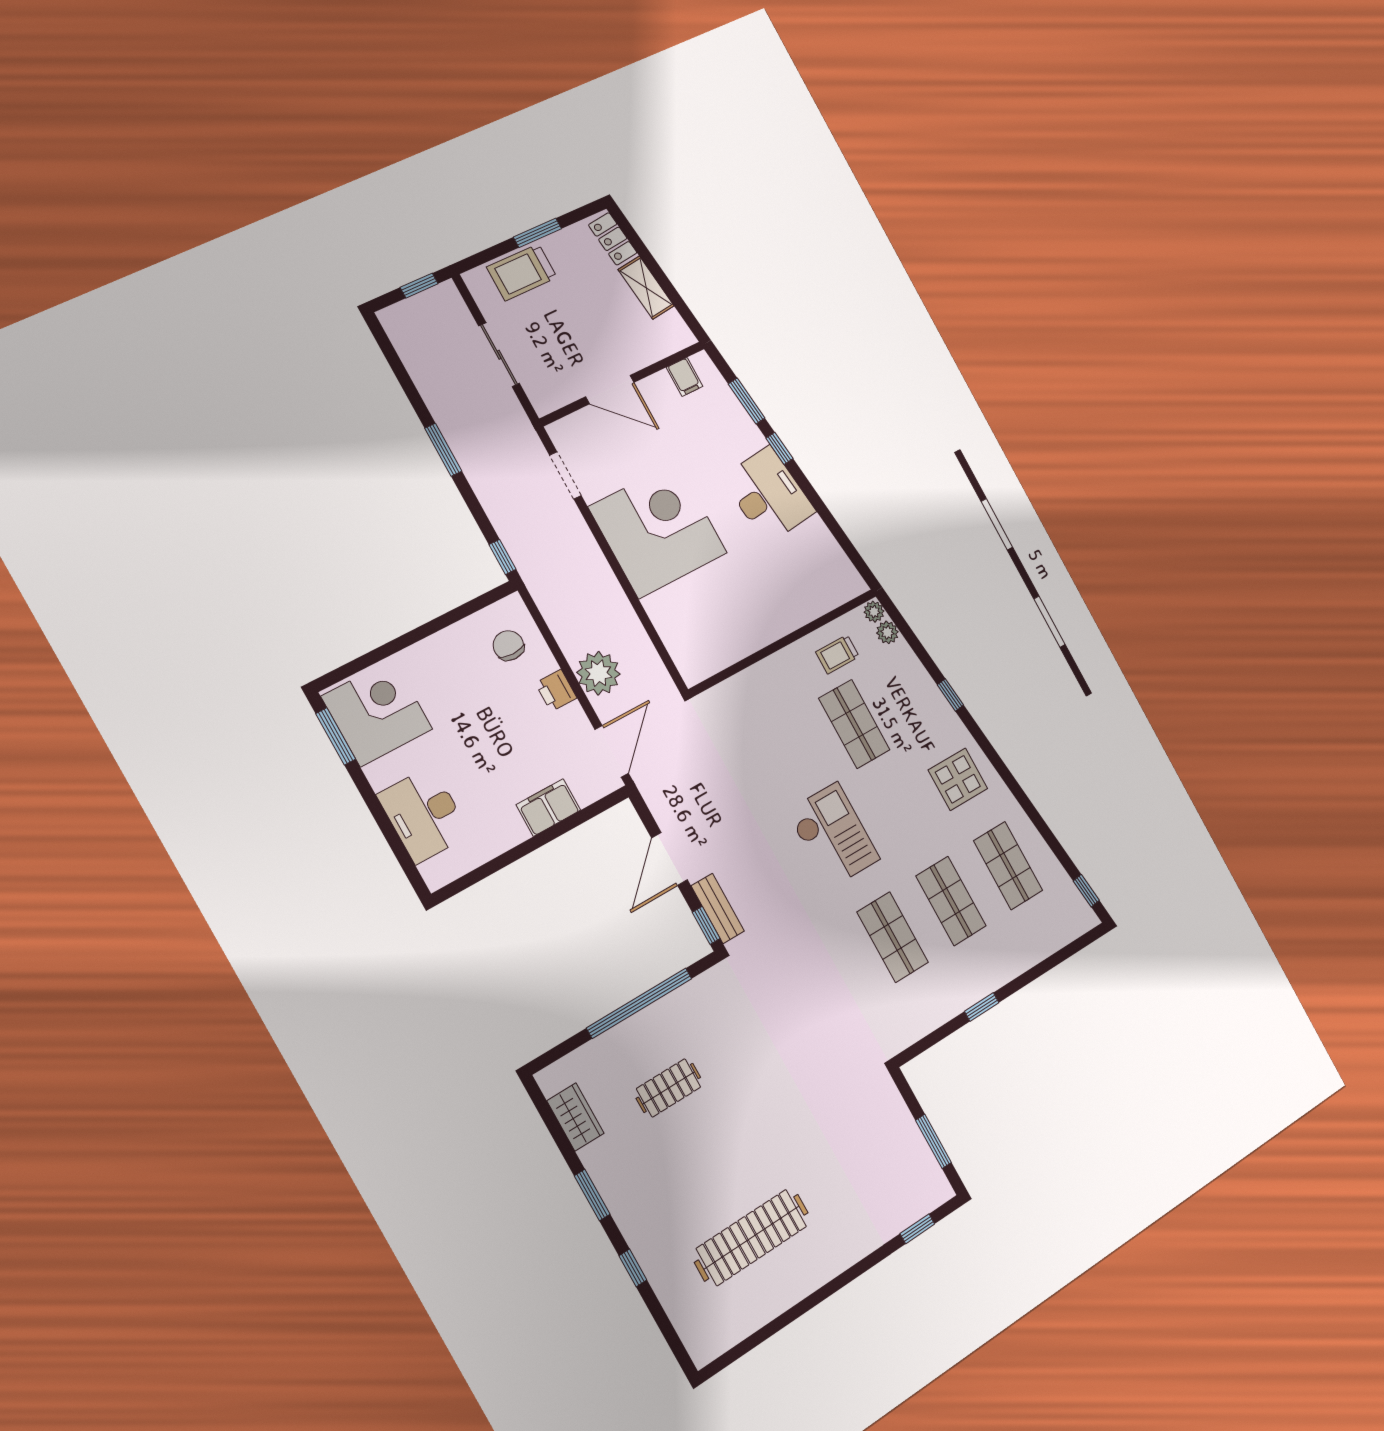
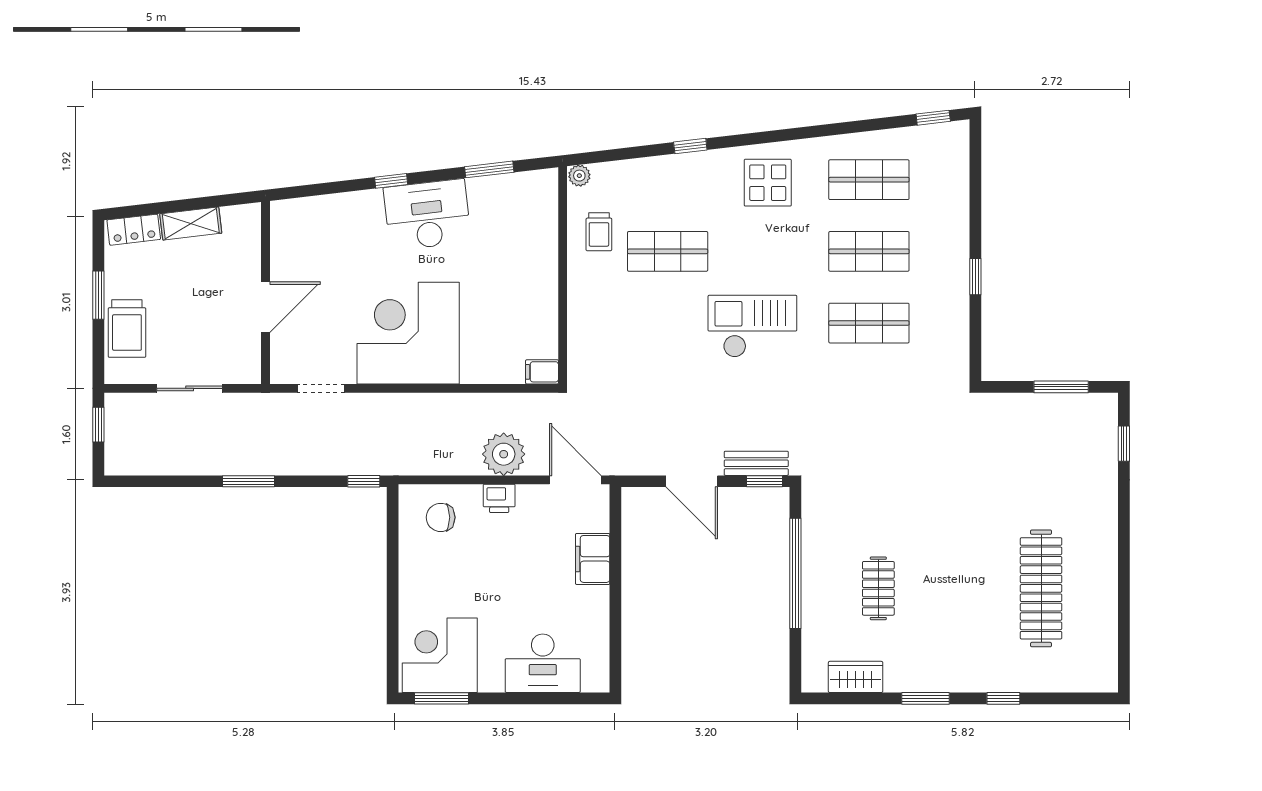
filing cabinet: (685, 377) -> (542, 372), moved, turned 180
window: (747, 401) -> (489, 169), moved
plant: (887, 632) -> (604, 174), removed

